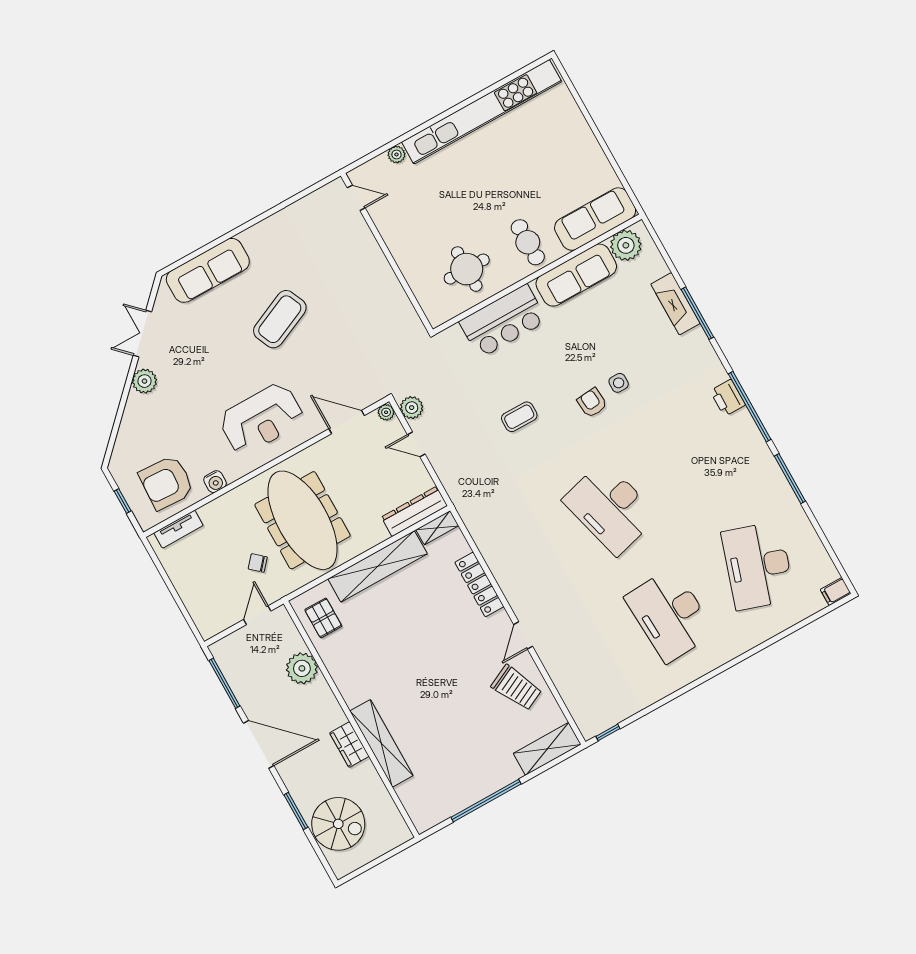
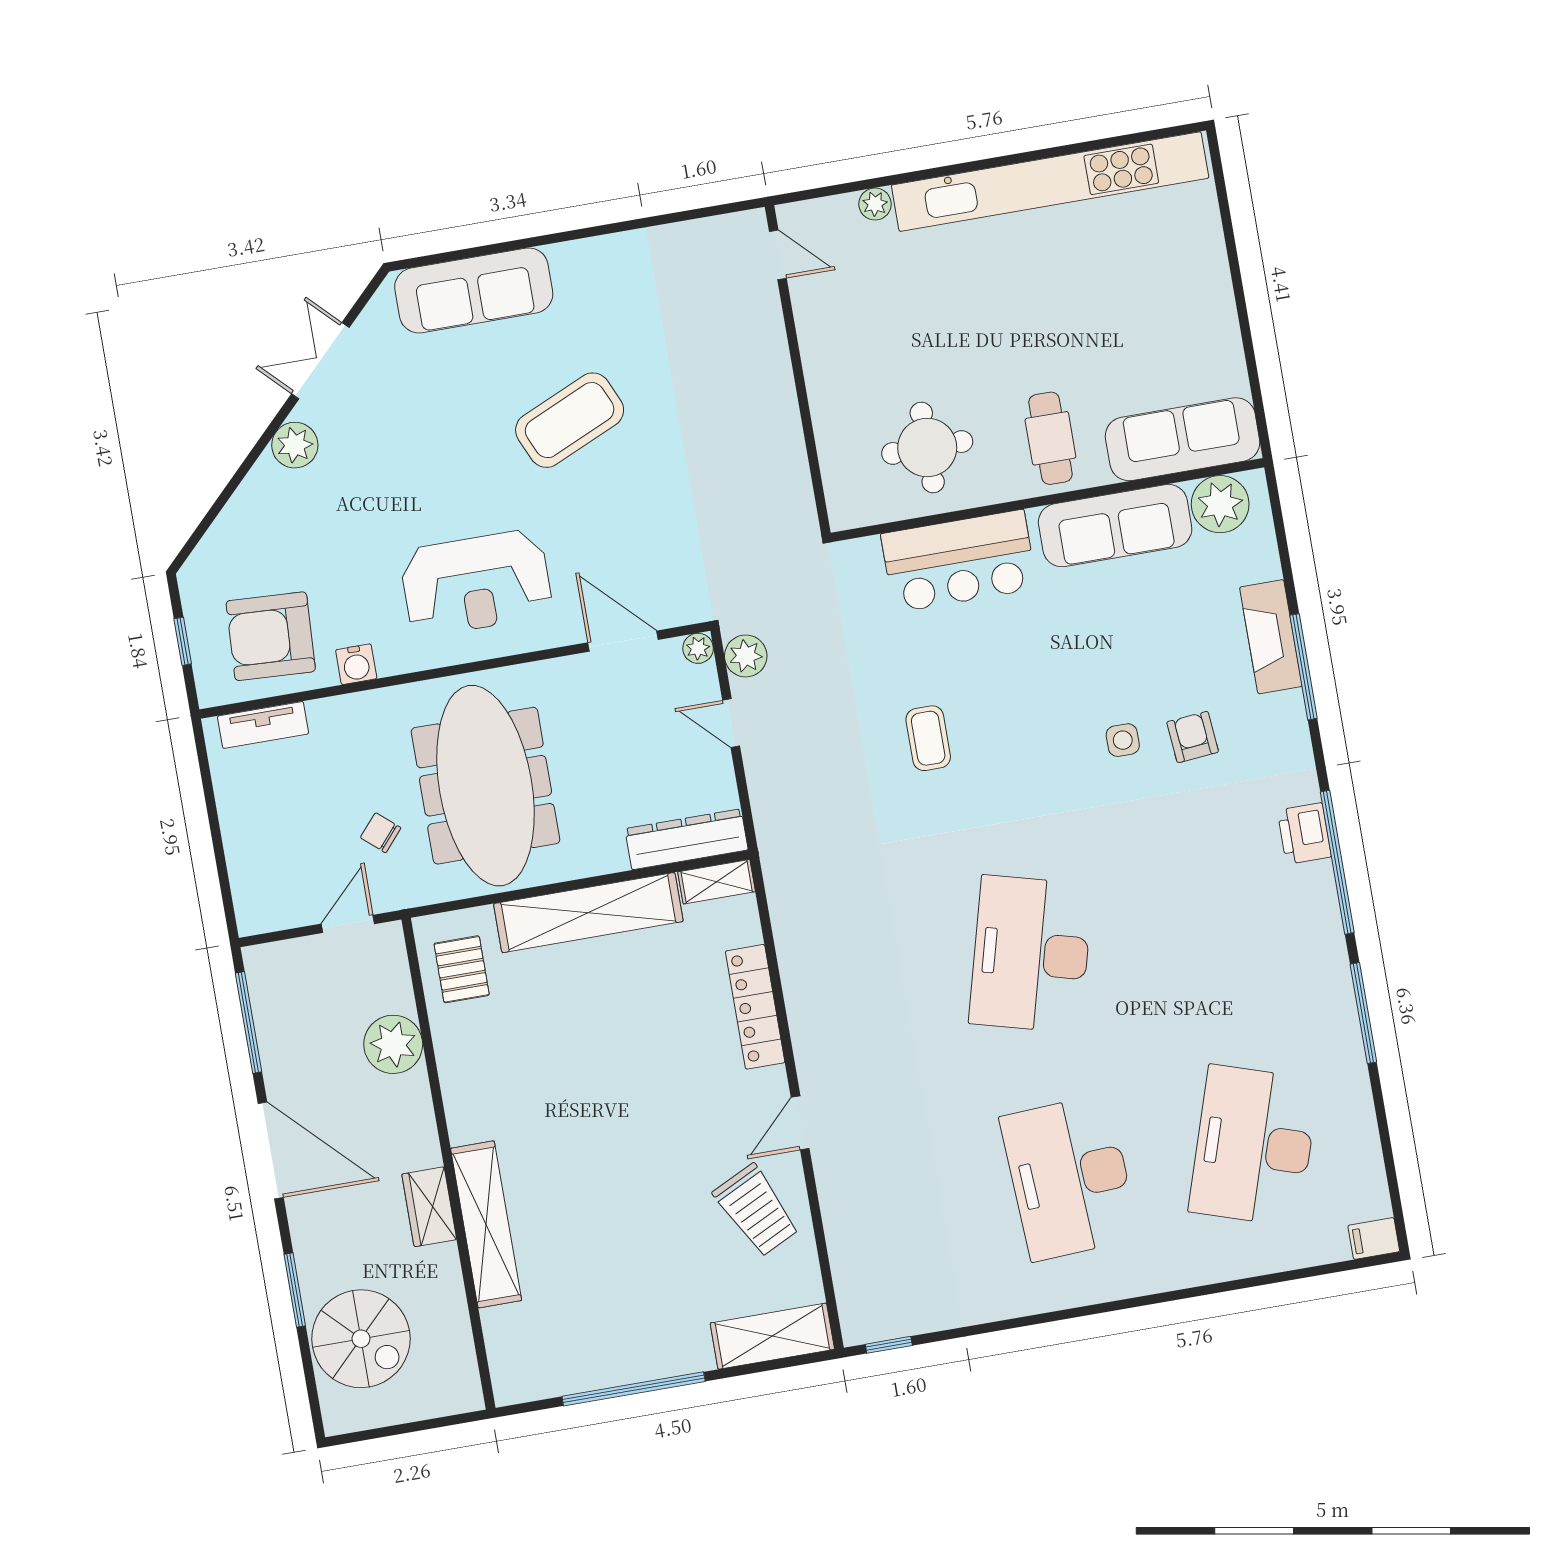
armchair: (592, 403) -> (1193, 737), moved
coffee table: (519, 417) -> (928, 738), turned 90
desk: (610, 508) -> (1031, 954), turned 30

